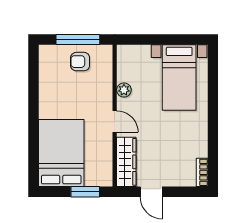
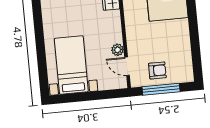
door: (115, 121) -> (127, 66), moved

